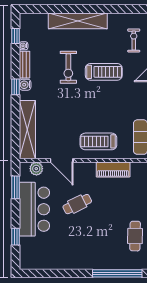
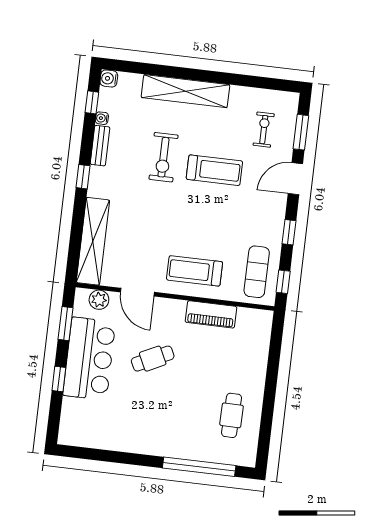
water cooler: (25, 85) -> (109, 78), moved
window: (16, 237) -> (59, 379), moved

